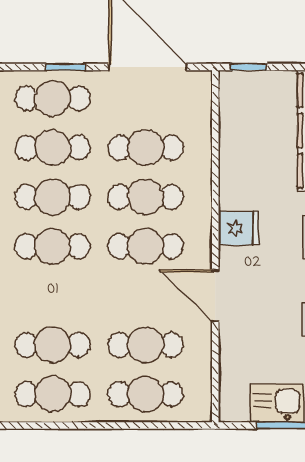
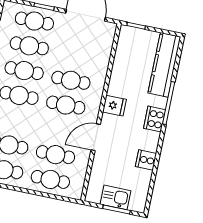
cafe table: (145, 148) -> (76, 56), removed
door: (215, 296) -> (96, 137), hinge flipped

